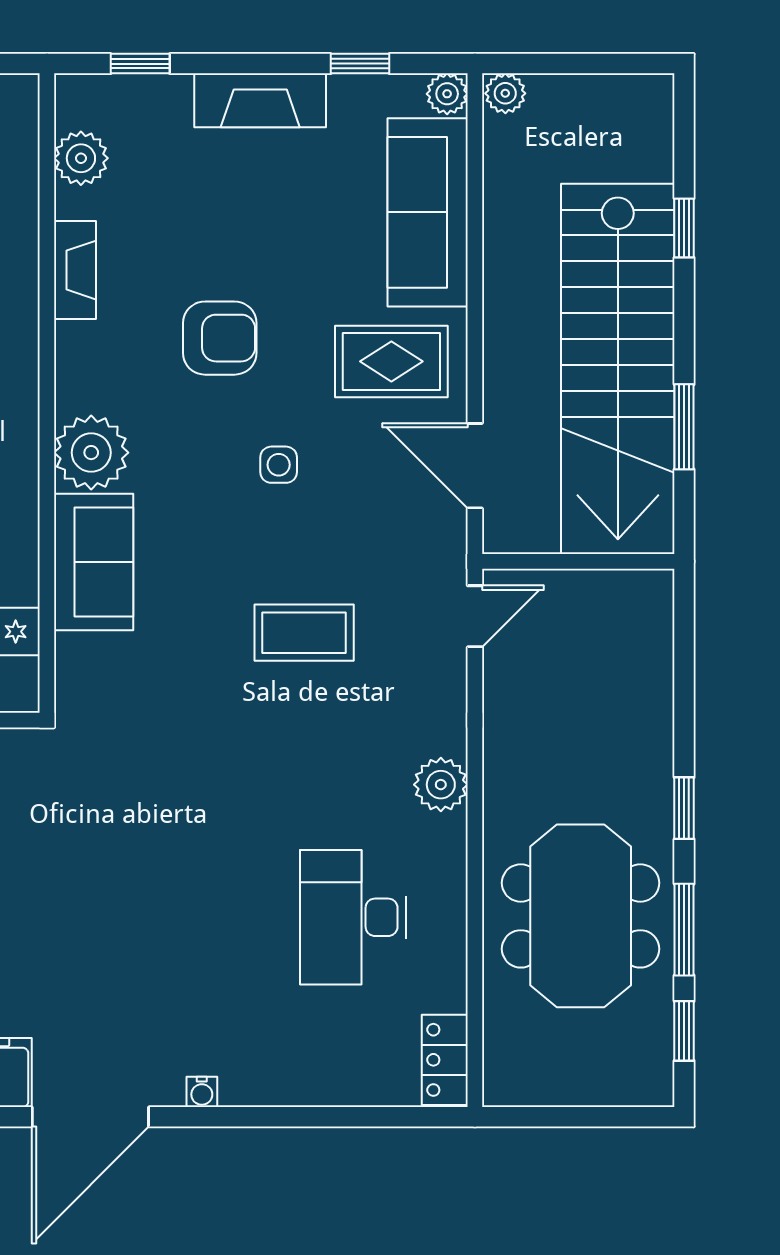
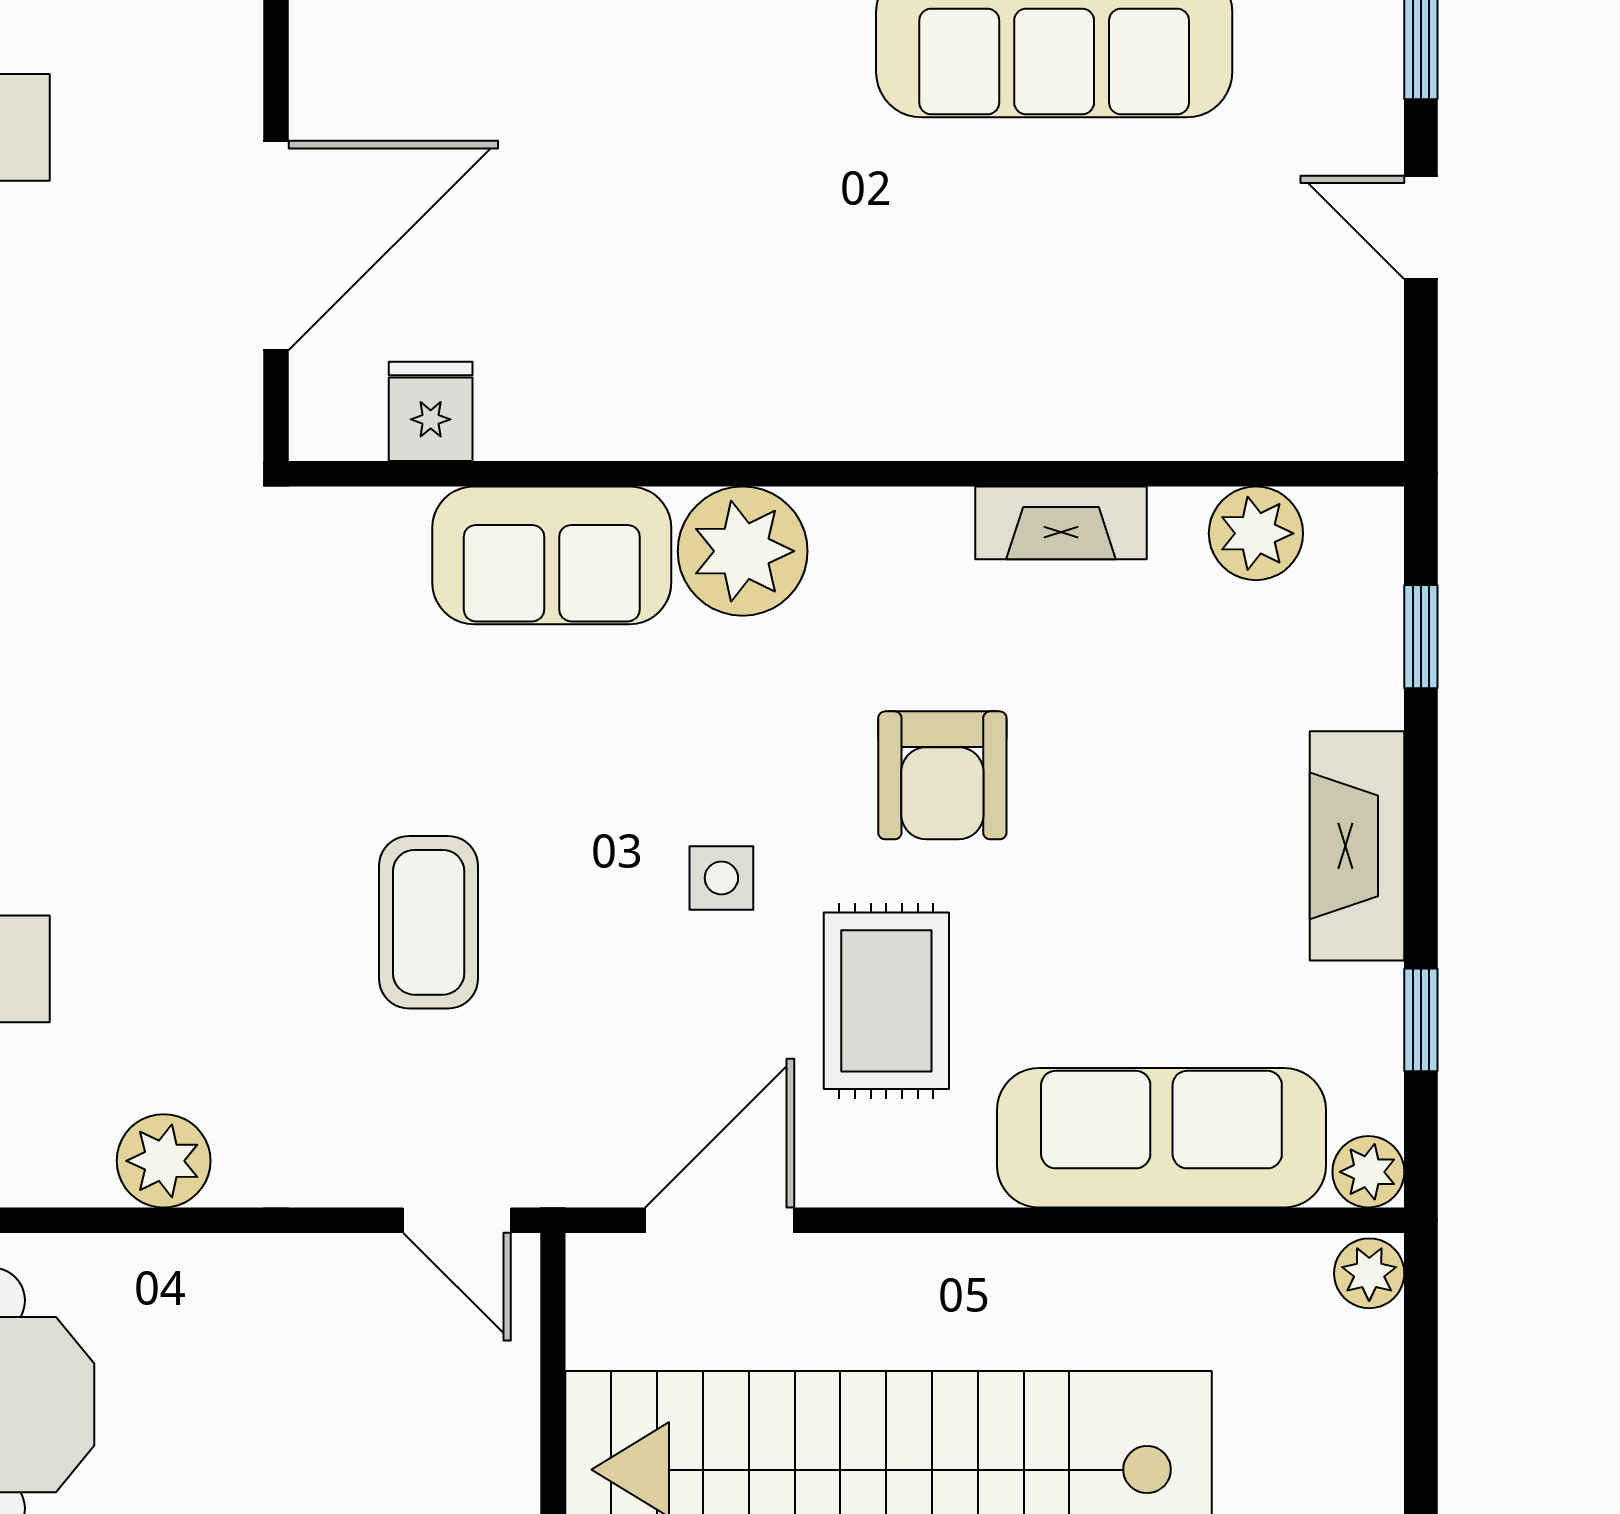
rug: (391, 361) -> (886, 1001), moved

